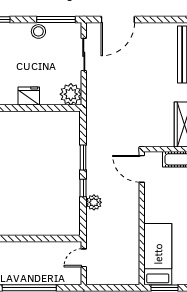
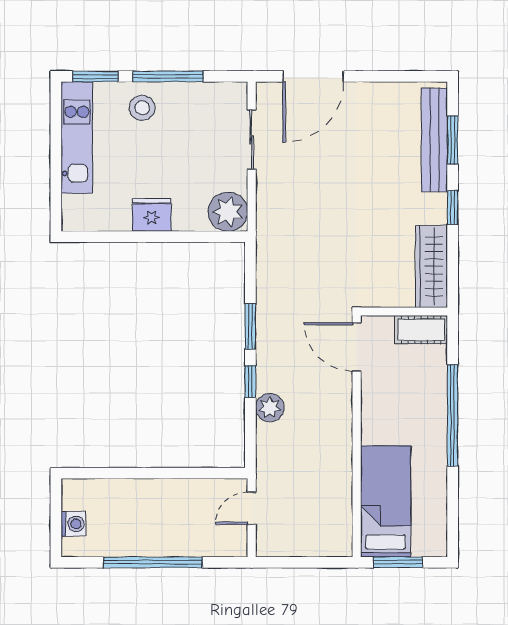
window: (56, 20) -> (168, 76), moved
stool: (38, 31) -> (142, 108), moved

